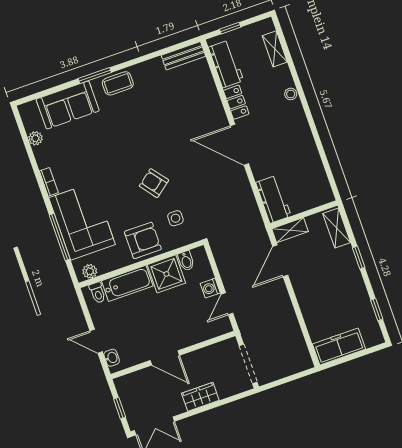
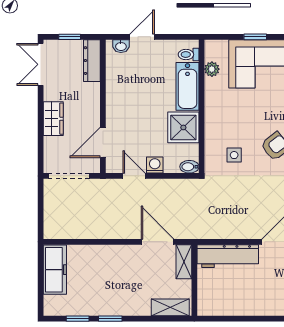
workbench: (273, 199) -> (228, 256), width x1.38
window: (60, 237) -> (255, 37), width x0.46
armchair: (143, 240) -> (224, 116), removed
window: (359, 258) -> (110, 319), moved
bidet: (186, 261) -> (189, 167), moved
plant: (90, 271) -> (212, 69), moved
door: (165, 358) -> (103, 143), moved
dresser: (134, 380) -> (92, 61), added

